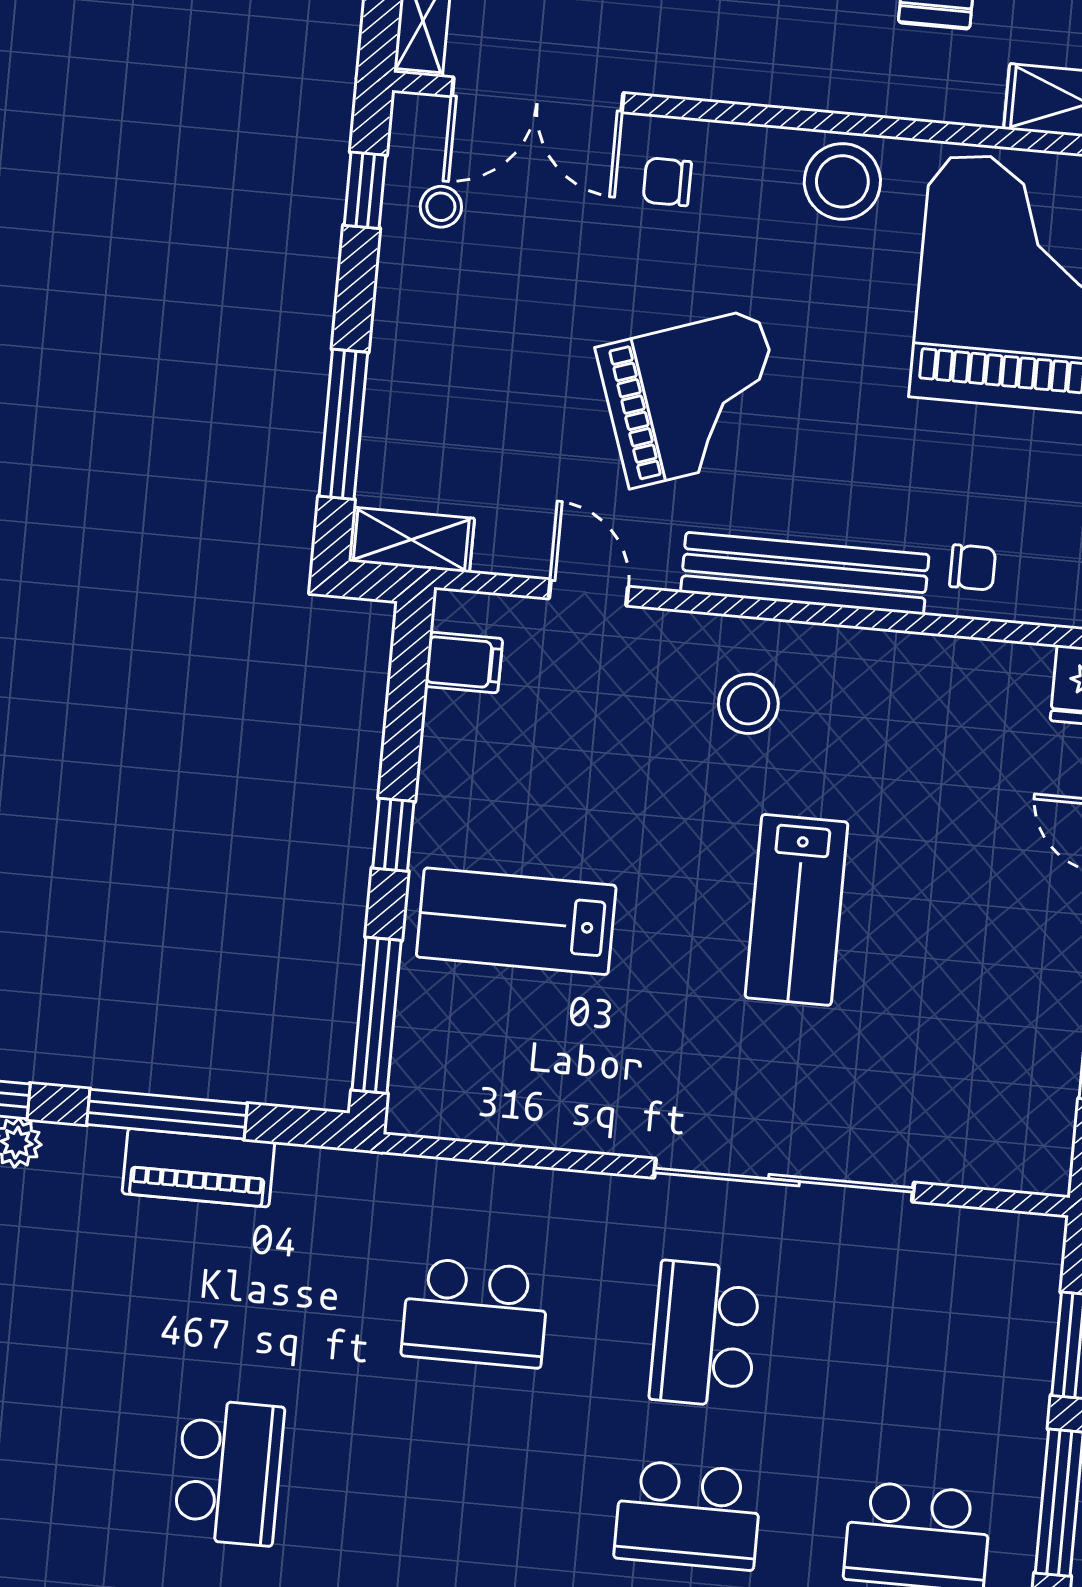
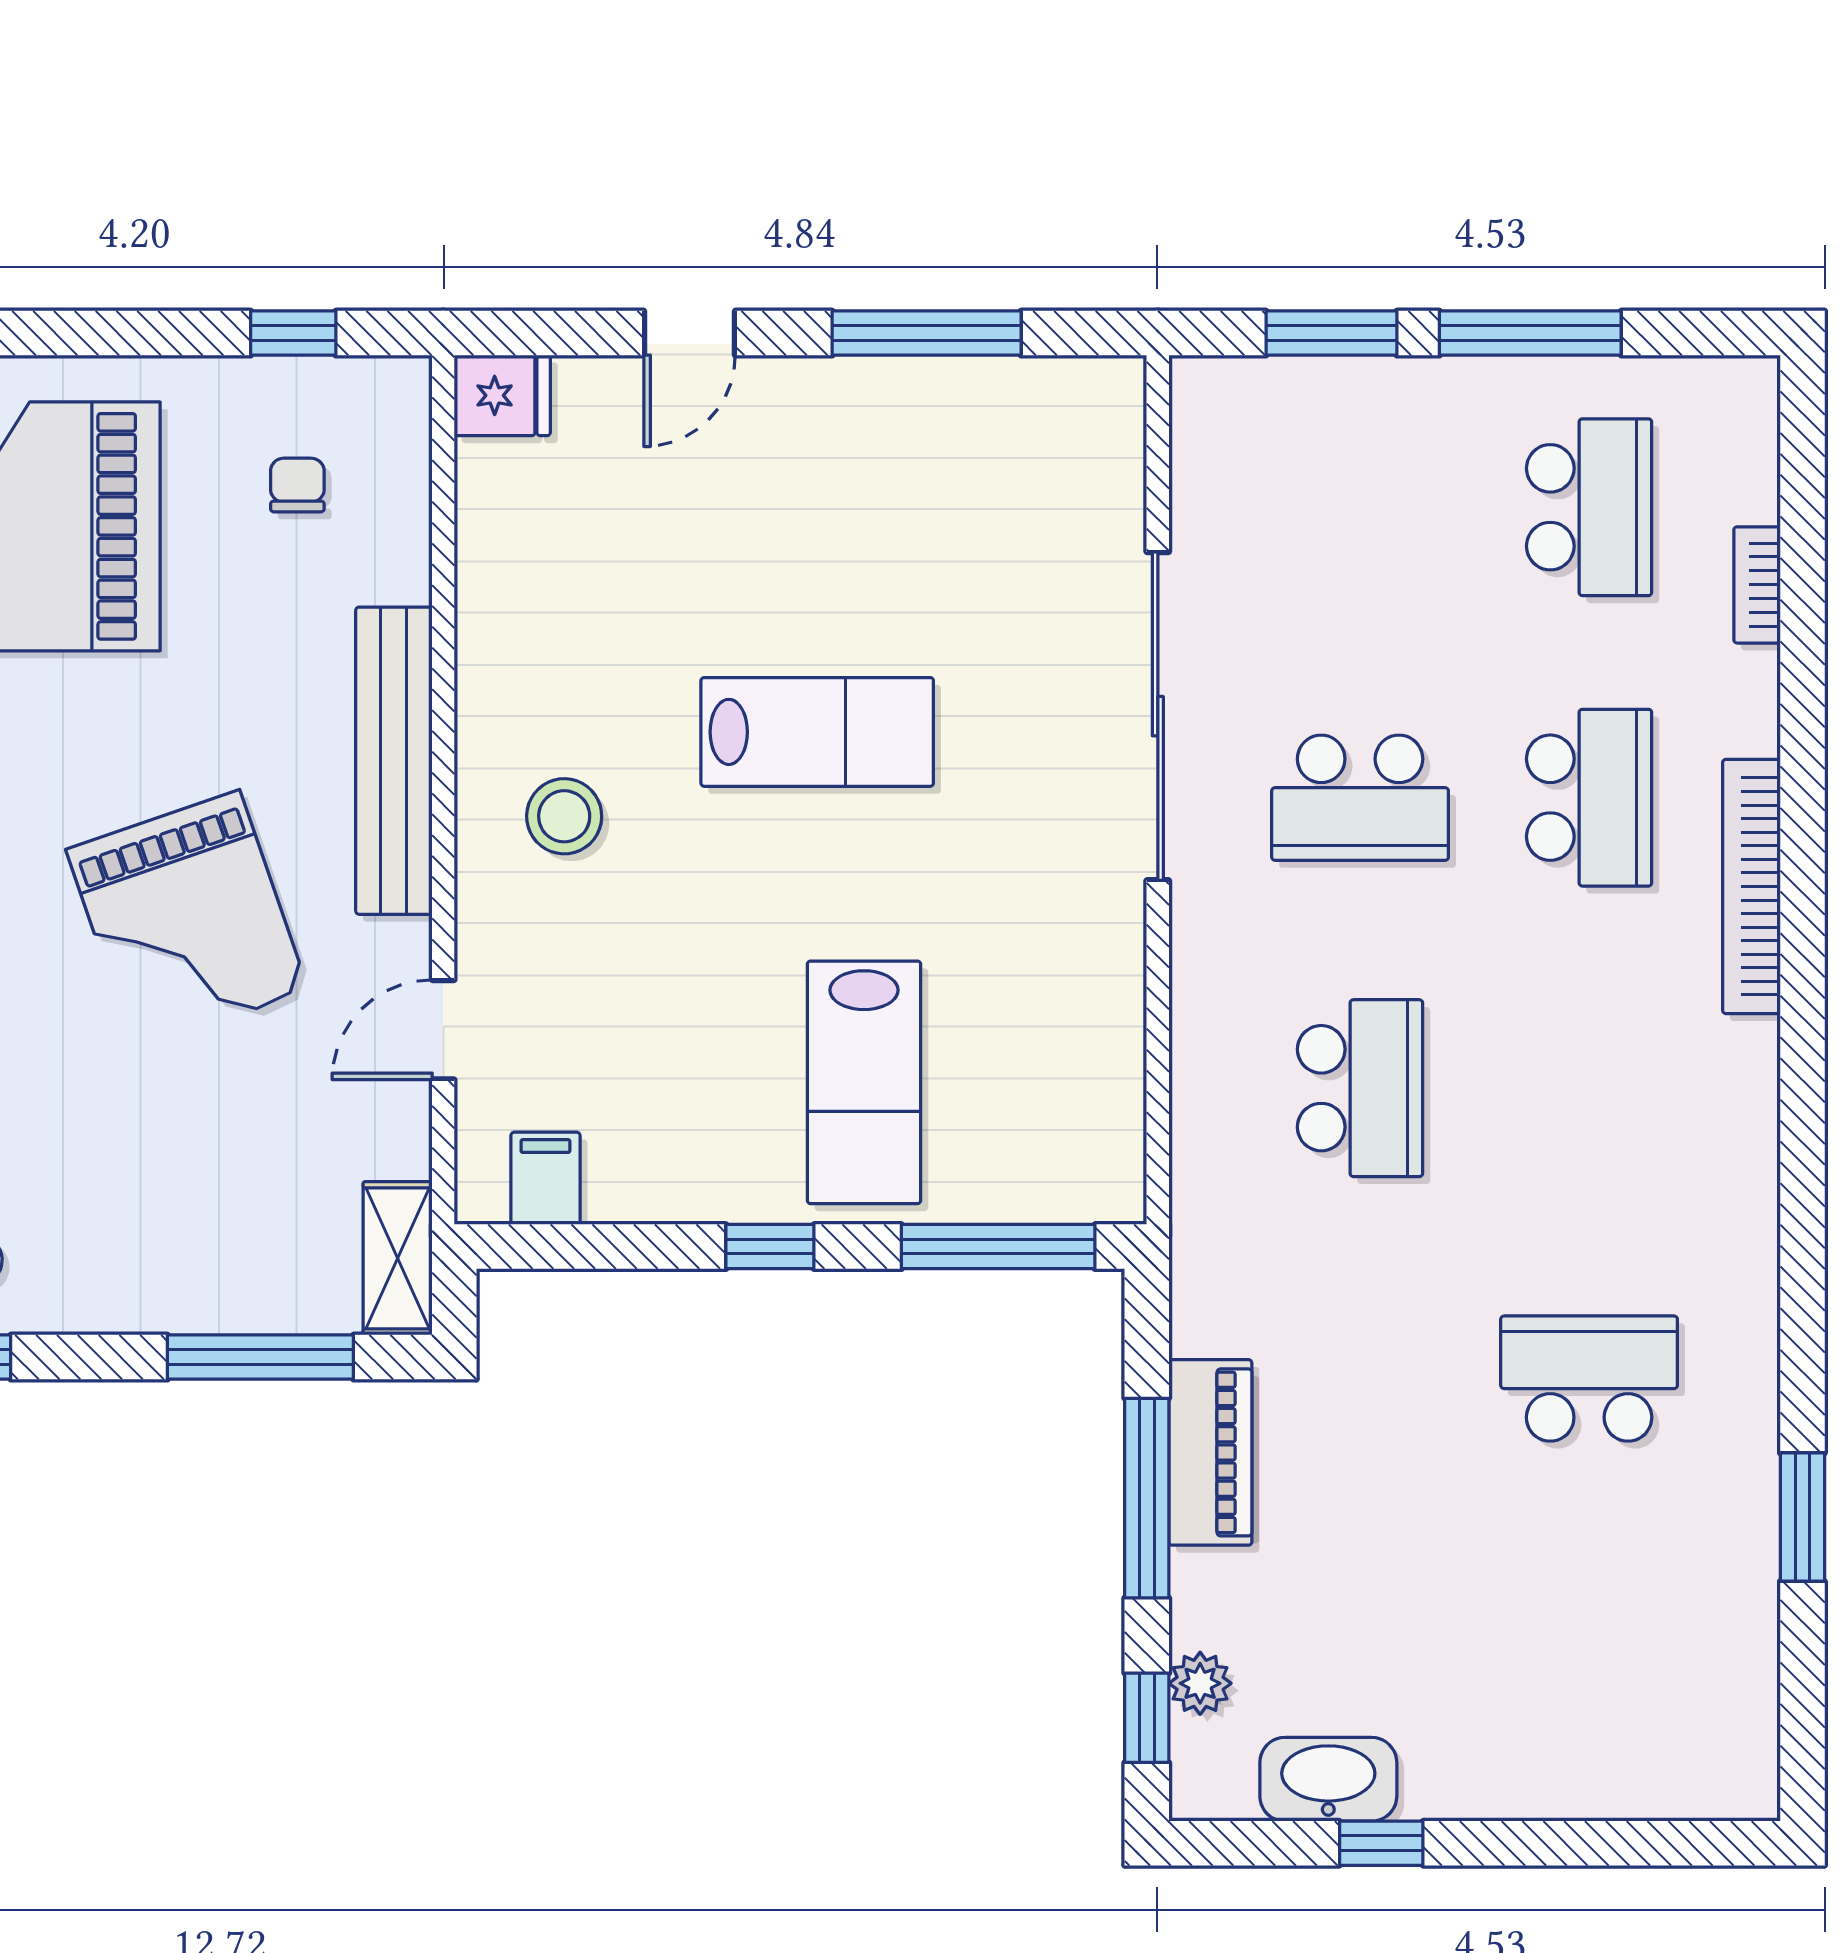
grand piano: (694, 398) -> (187, 920), turned 180
chair: (973, 567) -> (297, 485), moved

